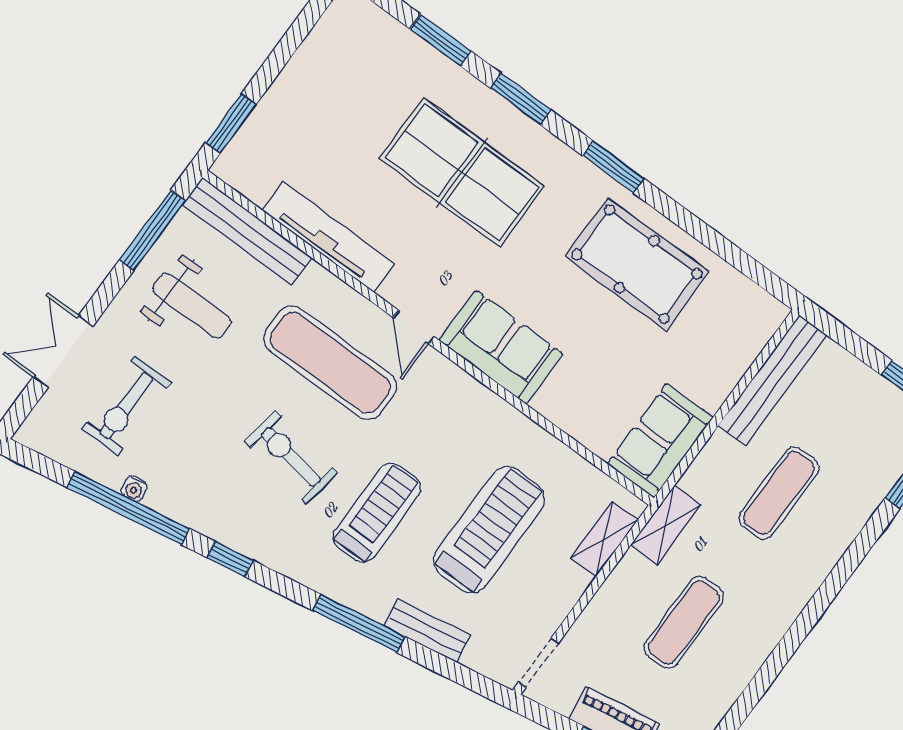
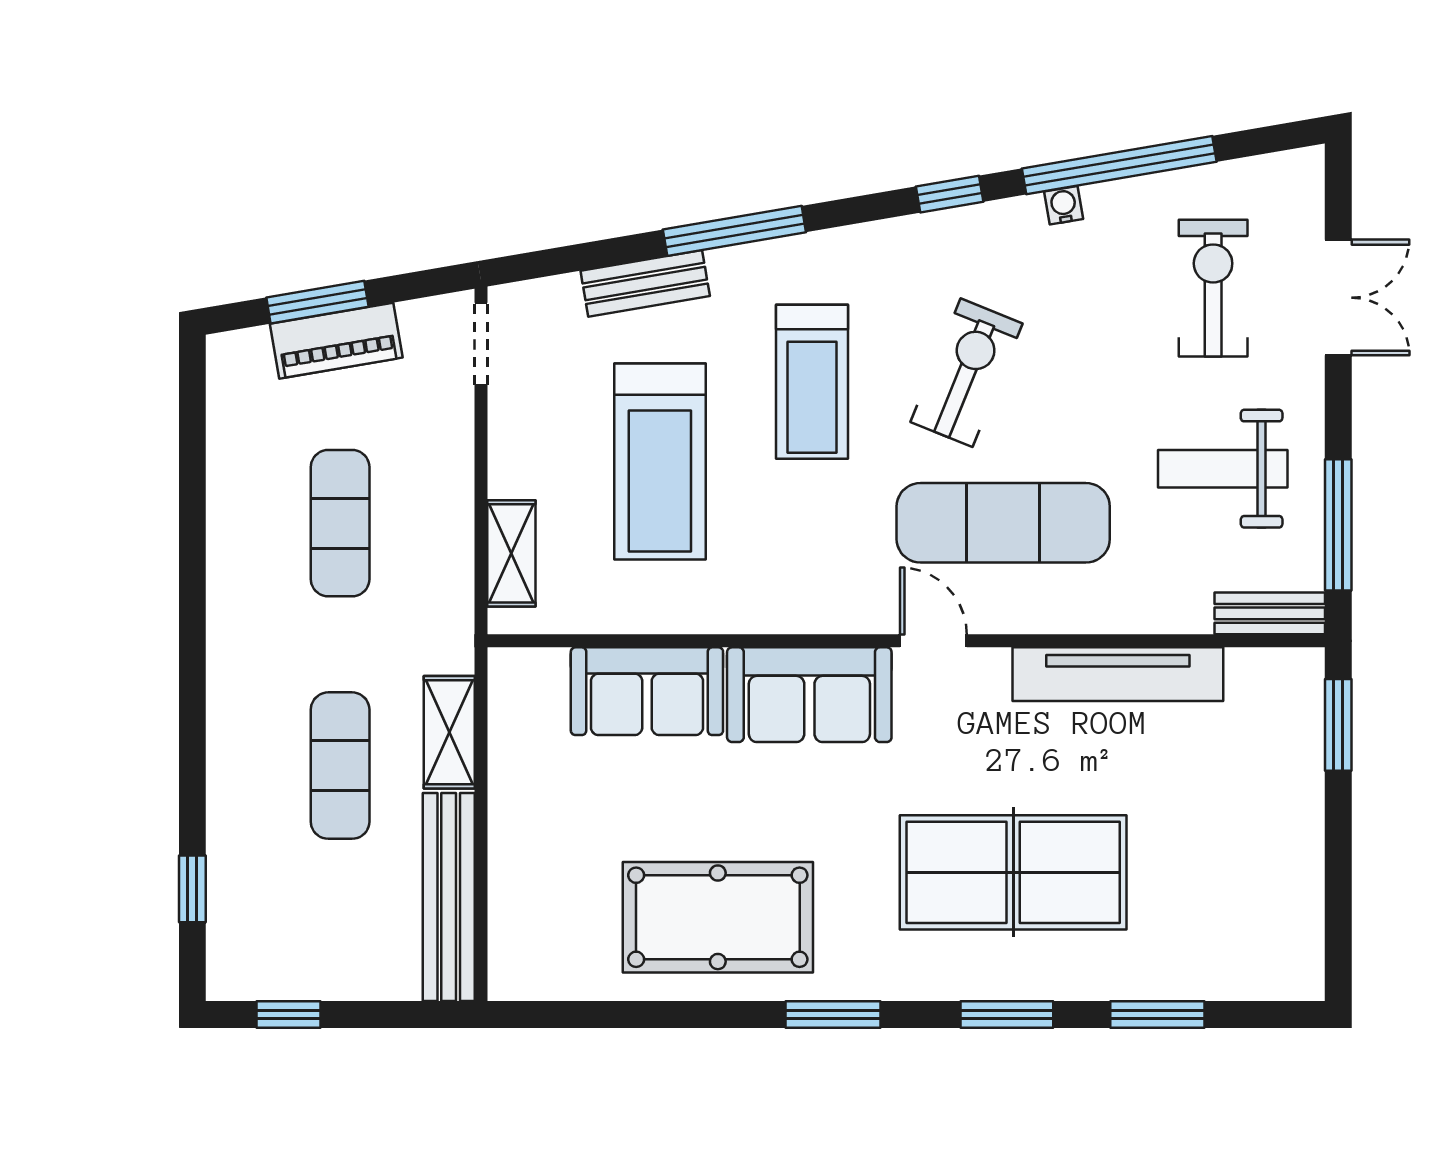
bench: (247, 231) -> (1270, 613), width x0.54, depth x0.82
sofa: (660, 441) -> (647, 691), moved, turned 90
exercise bike: (291, 457) -> (967, 373), turned -77
water cooler: (134, 489) -> (1064, 205), moved
shelving: (666, 525) -> (449, 732), moved

